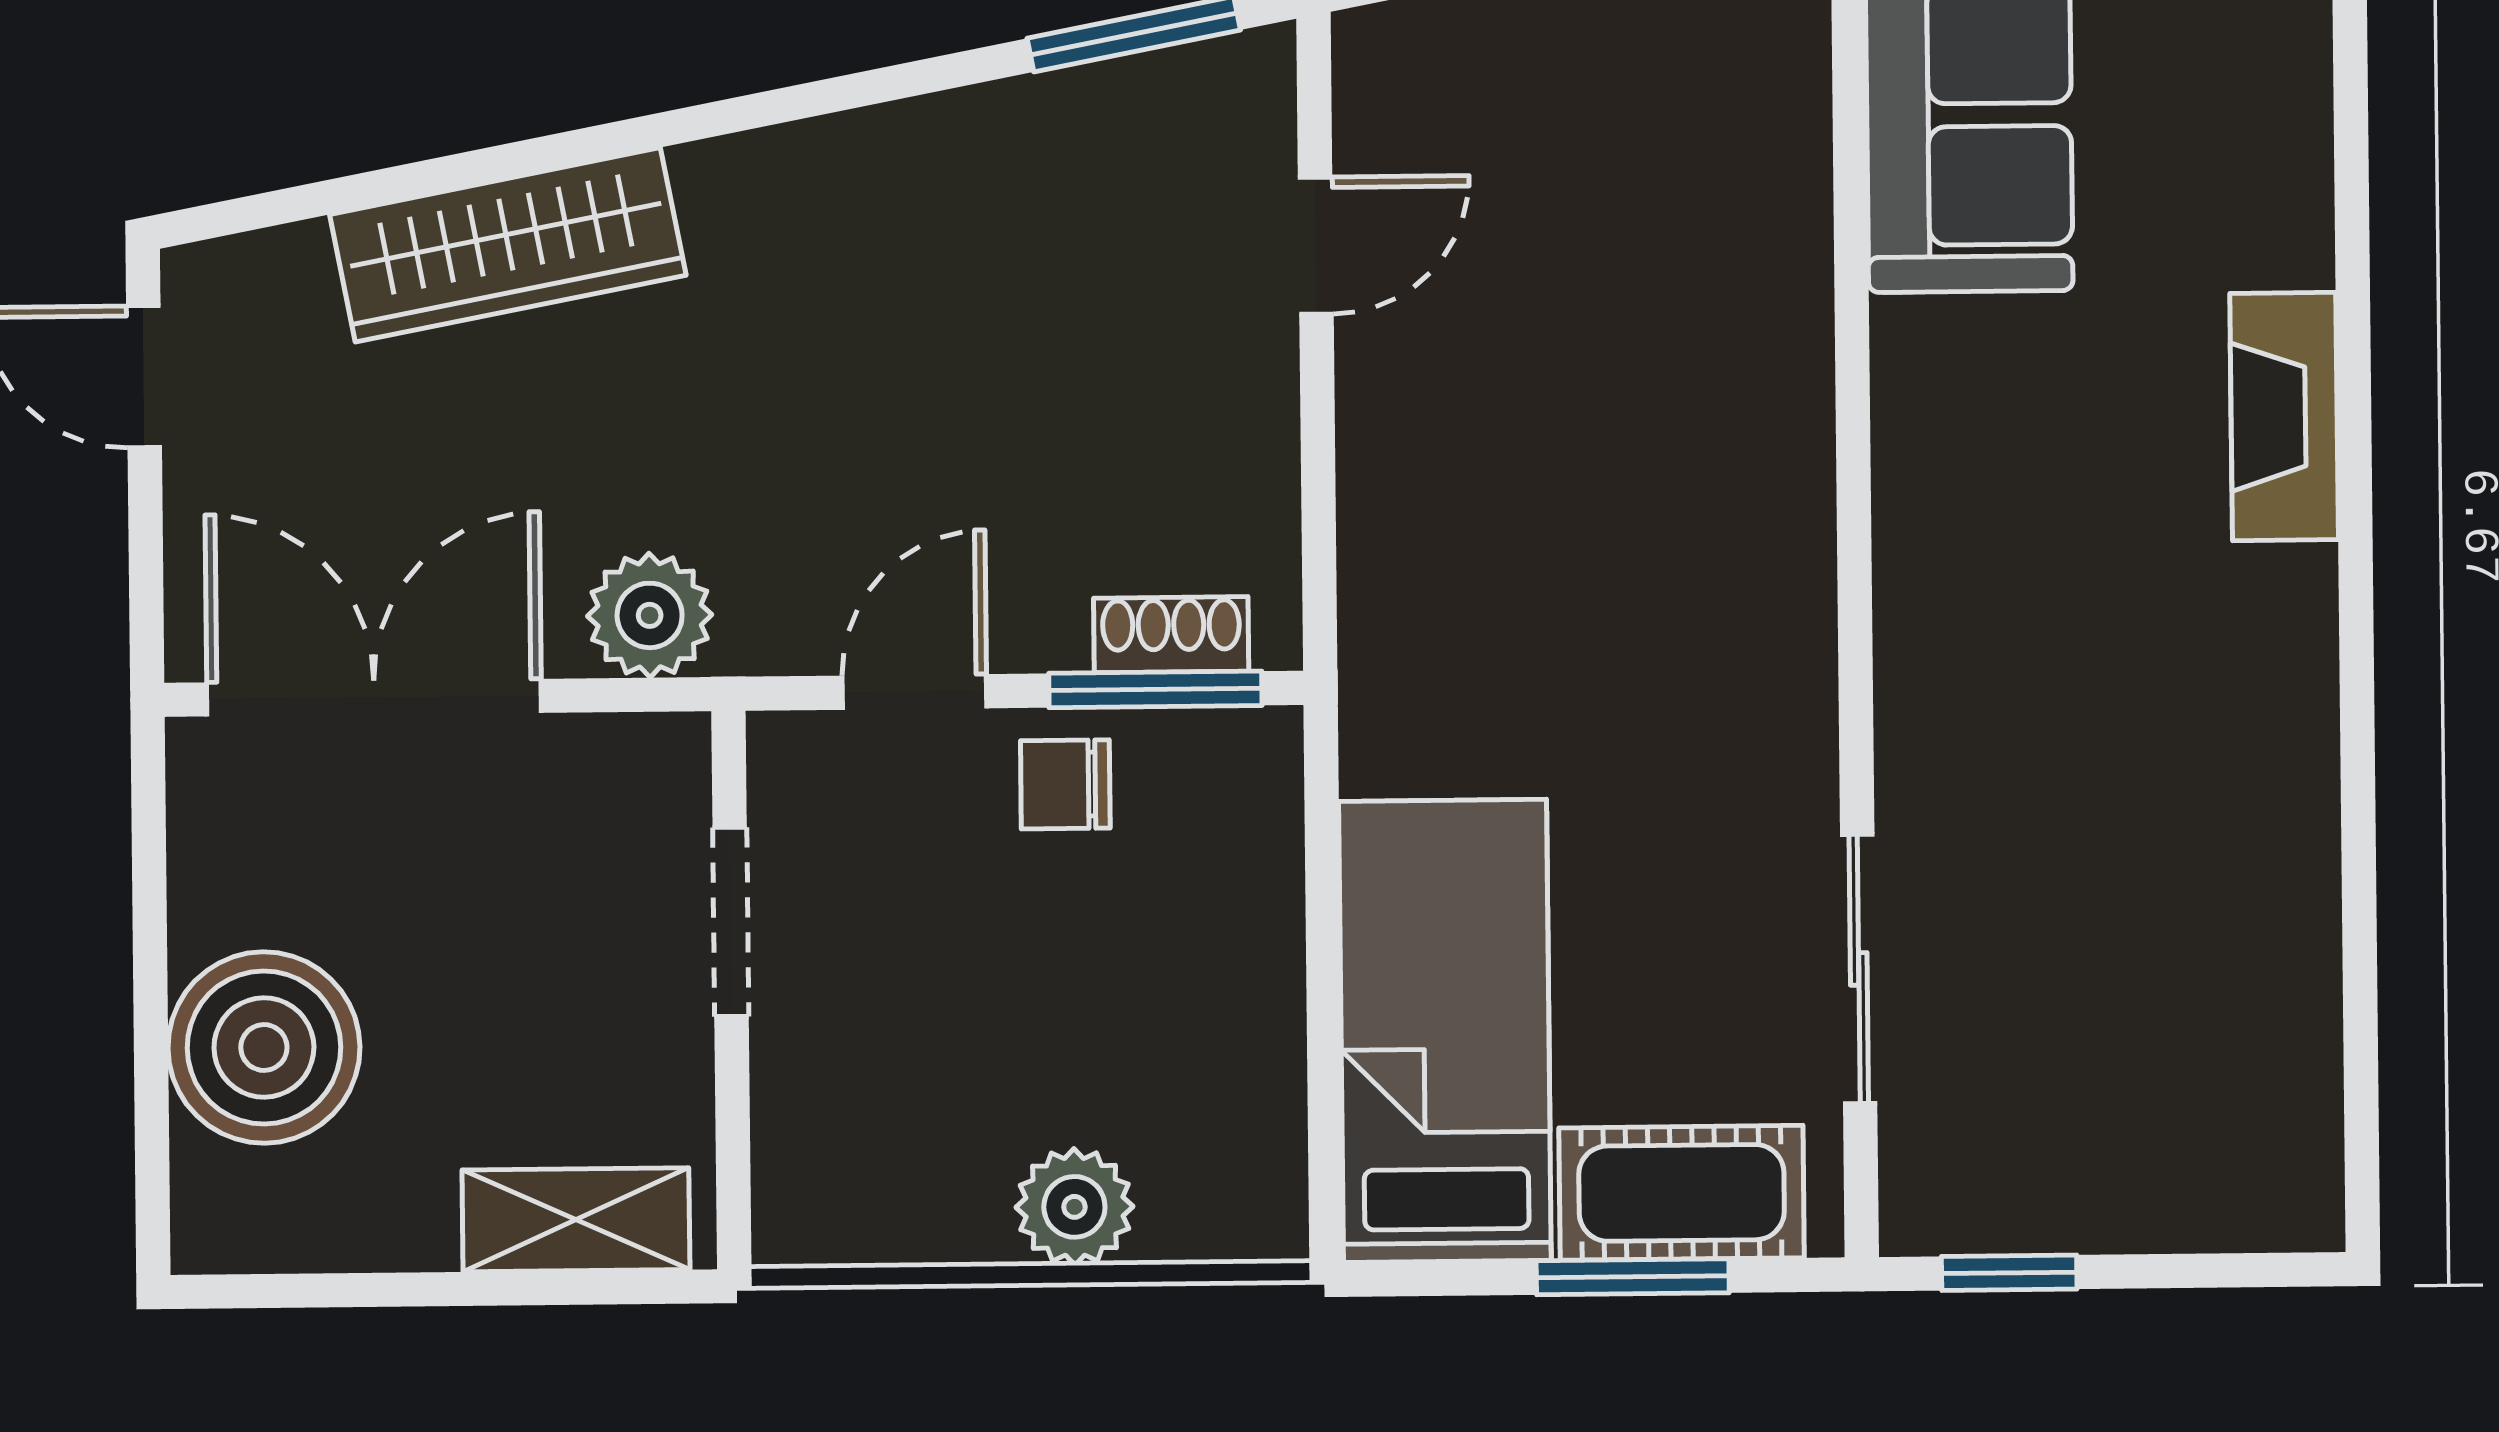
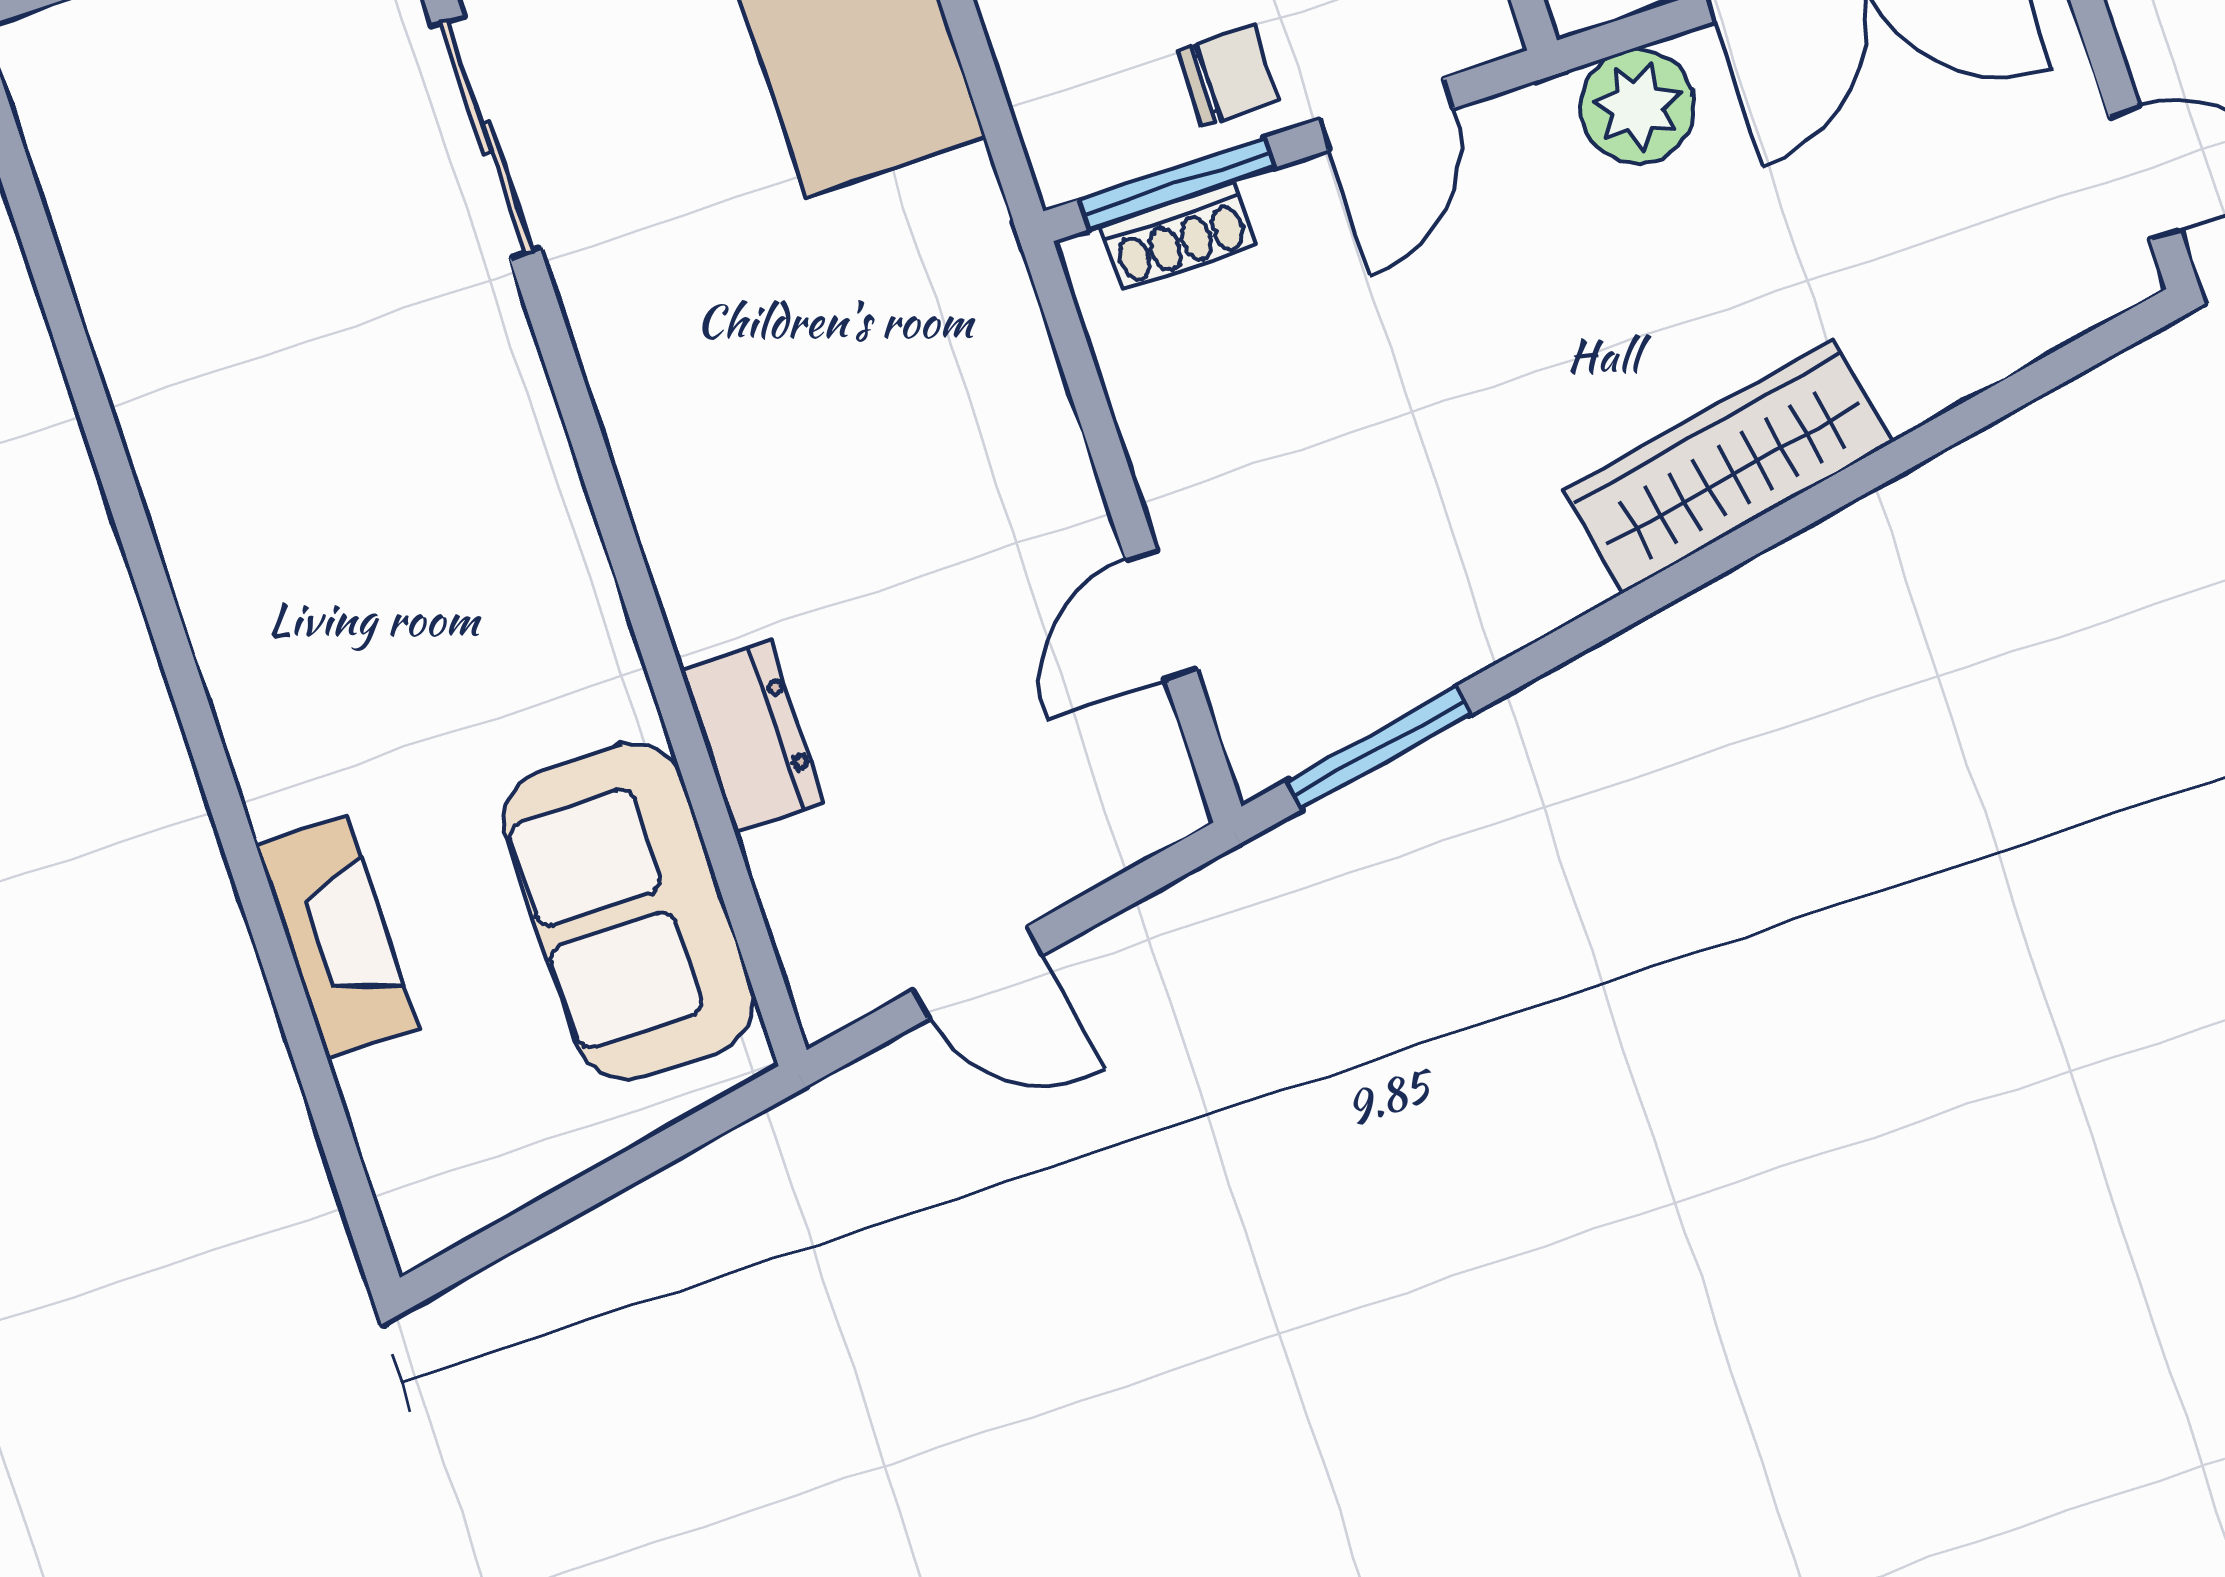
wardrobe: (508, 245) -> (1729, 466), moved
dresser: (1782, 255) -> (753, 737), added
fireplace: (2284, 416) -> (337, 937), moved

